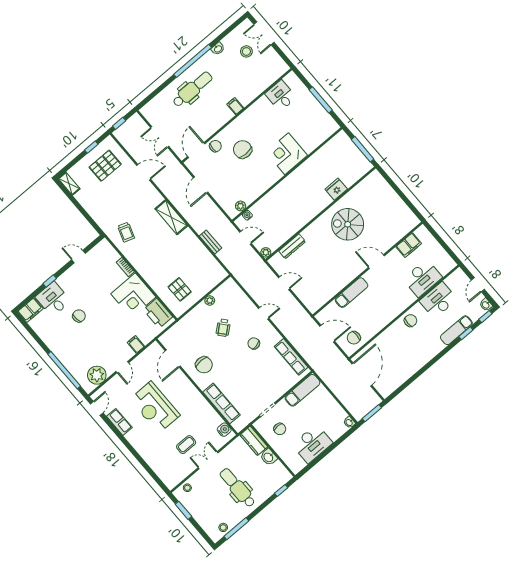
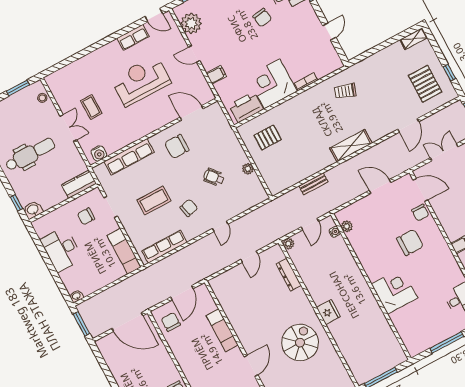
fridge: (336, 189) -> (328, 312), moved
coffee table: (254, 374) -> (154, 200), added
washbasin: (269, 457) -> (33, 210), moved

